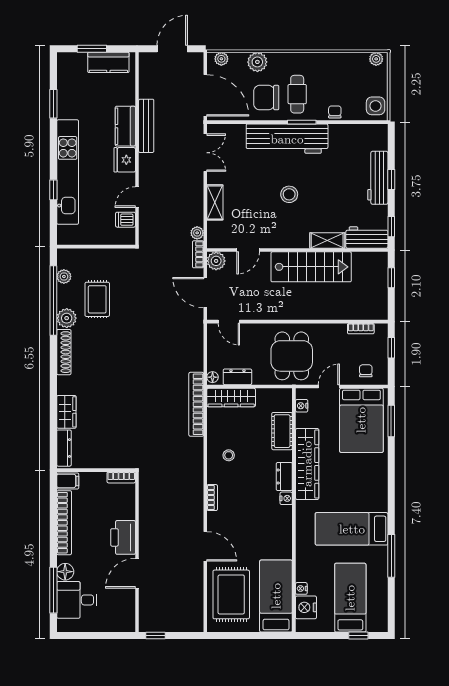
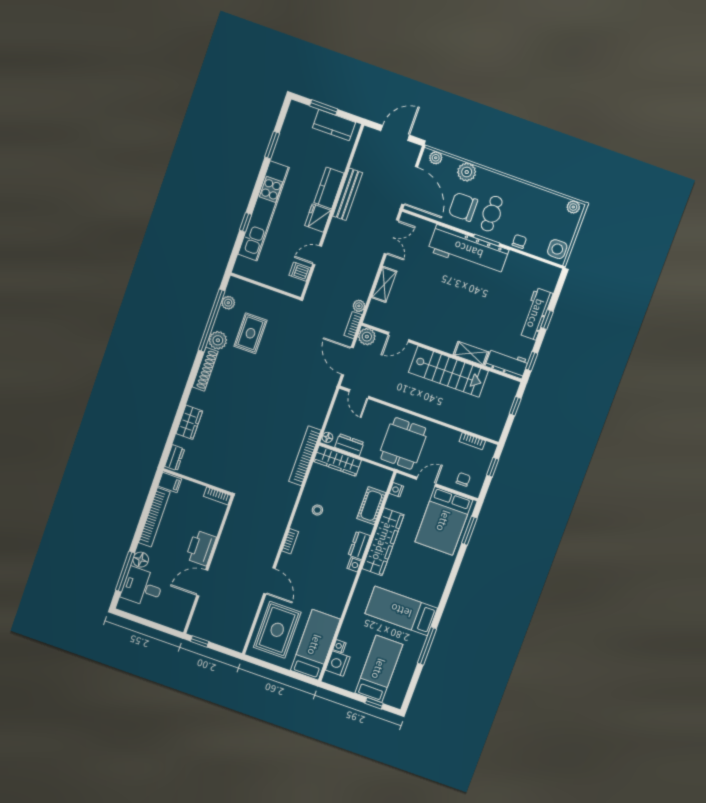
stool: (289, 194) -> (452, 301), removed
dresser: (64, 448) -> (175, 458), width x0.70

